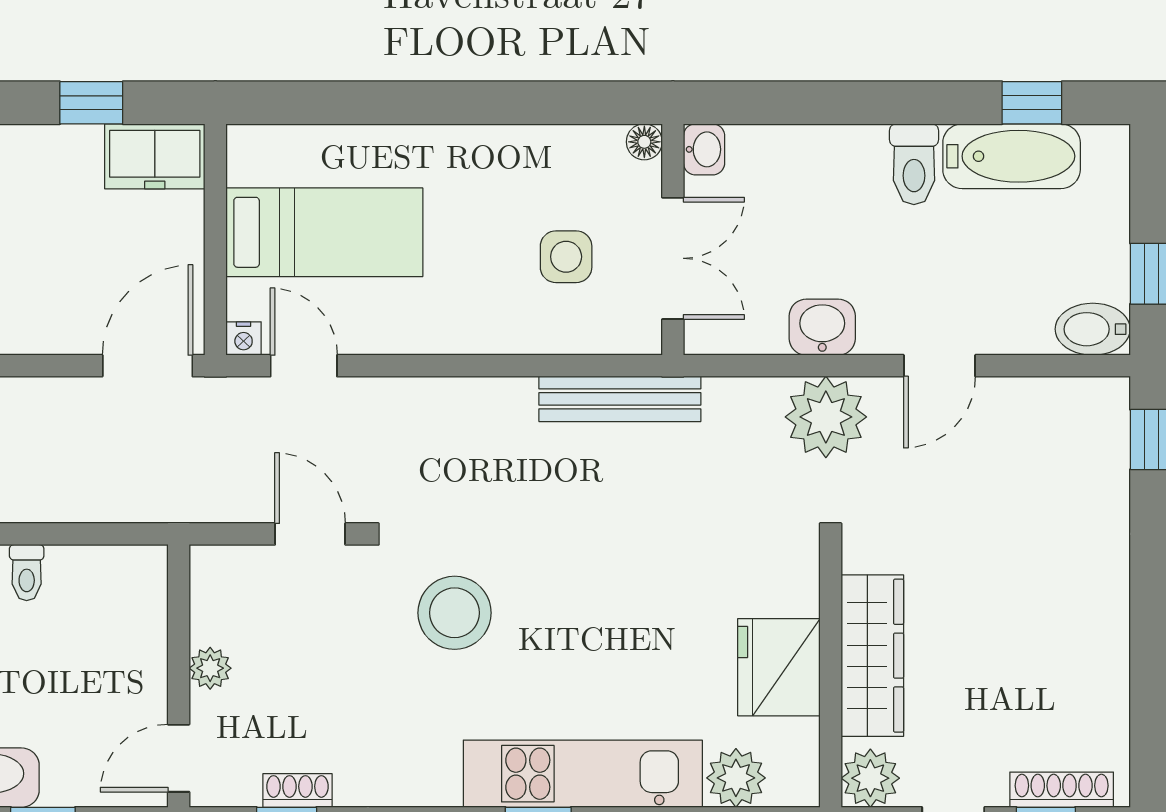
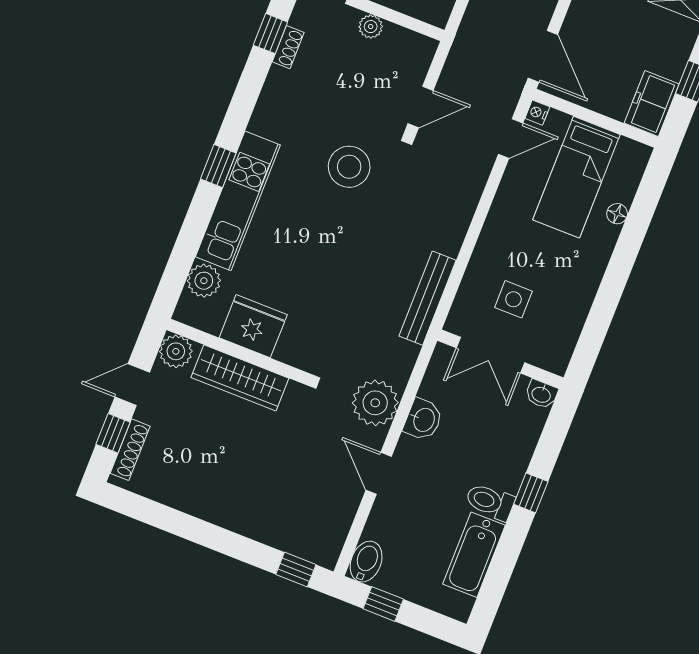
window: (1032, 103) -> (531, 493), moved
floor lamp: (644, 142) -> (617, 214), moved

